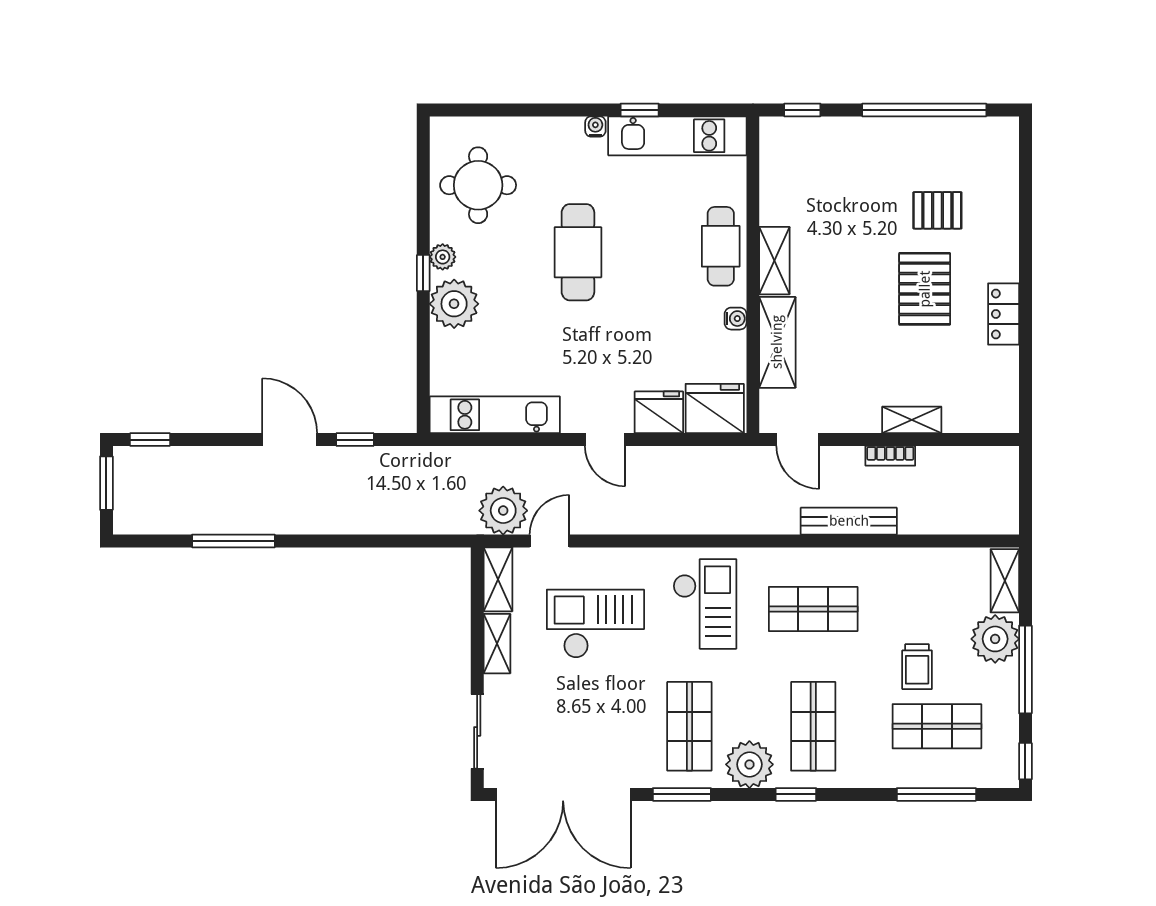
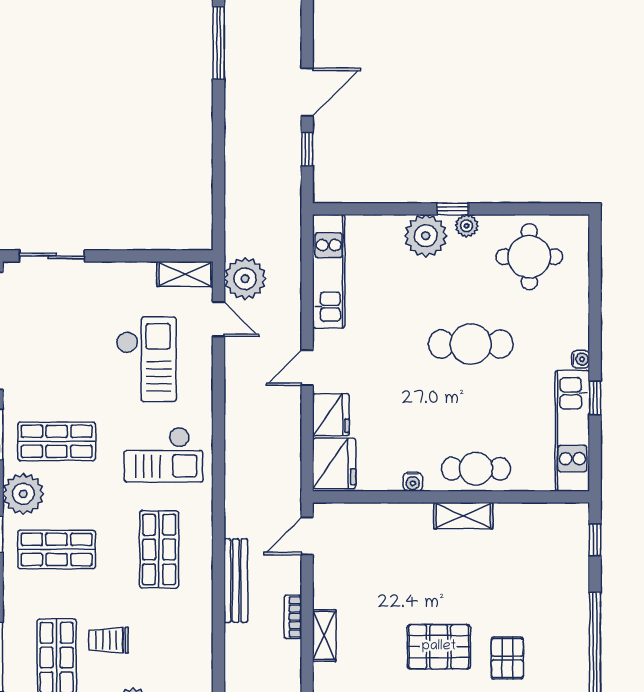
shelving: (777, 342) -> (392, 518), removed
shelving: (497, 644) -> (129, 273), removed

